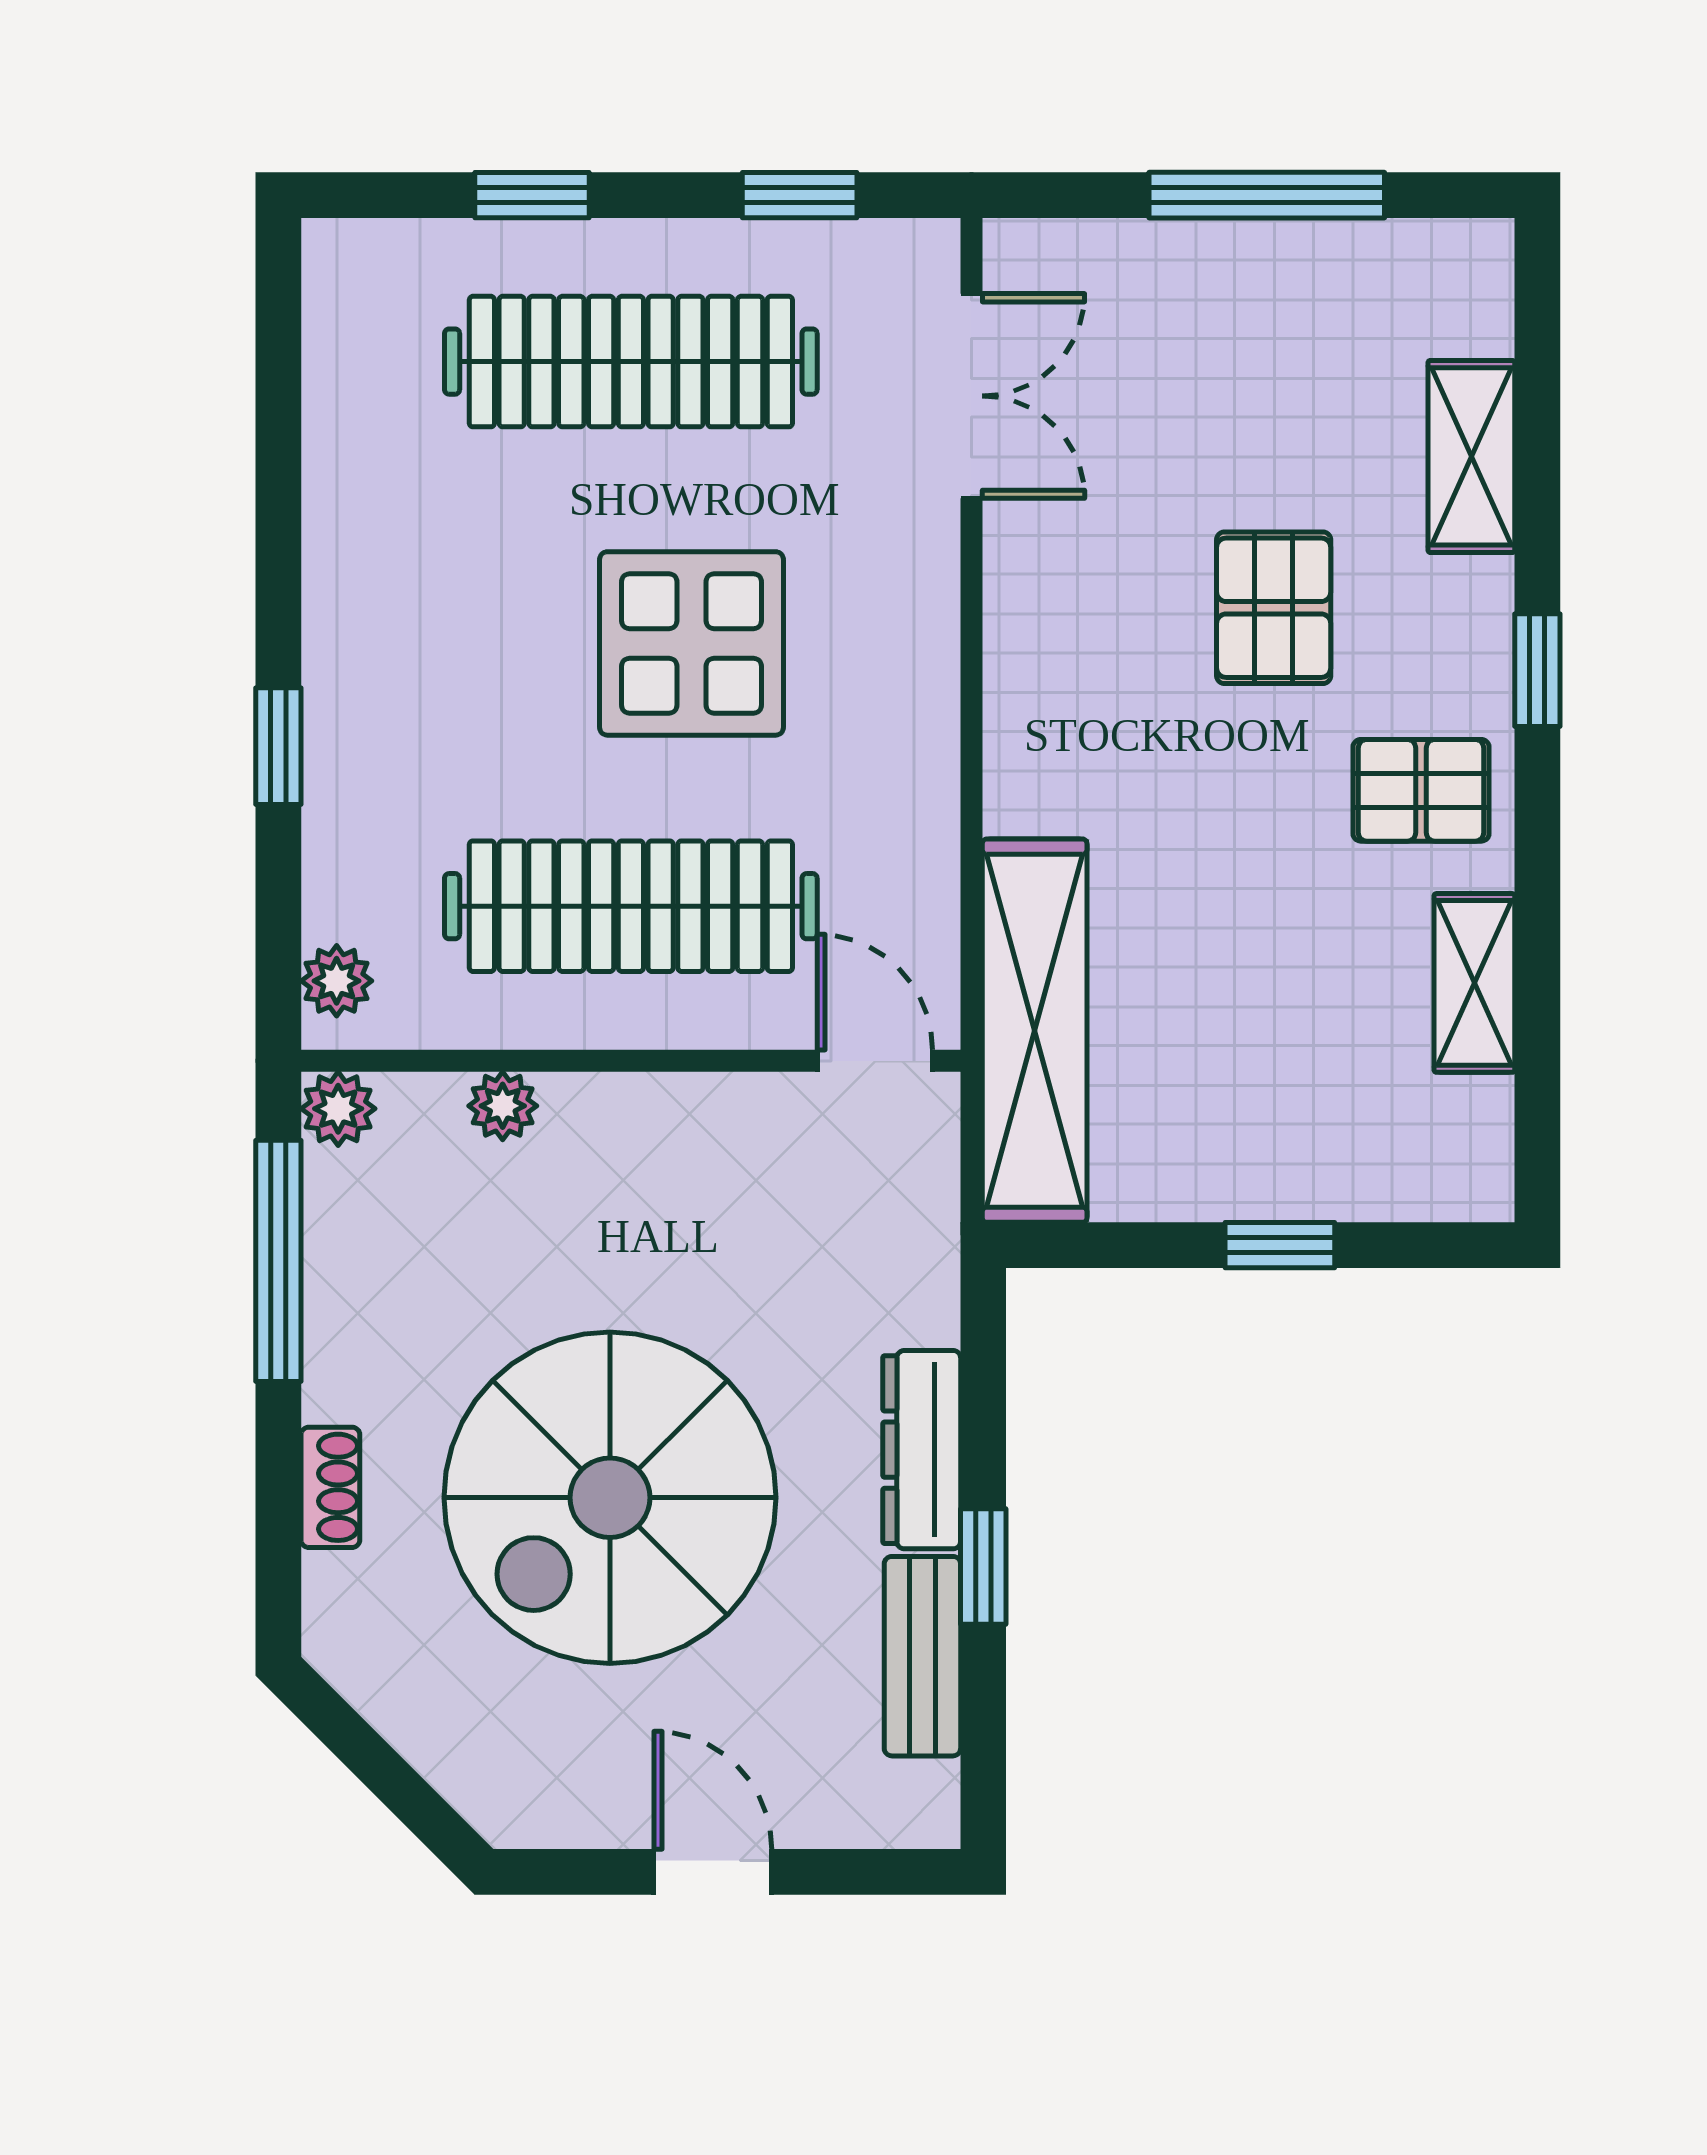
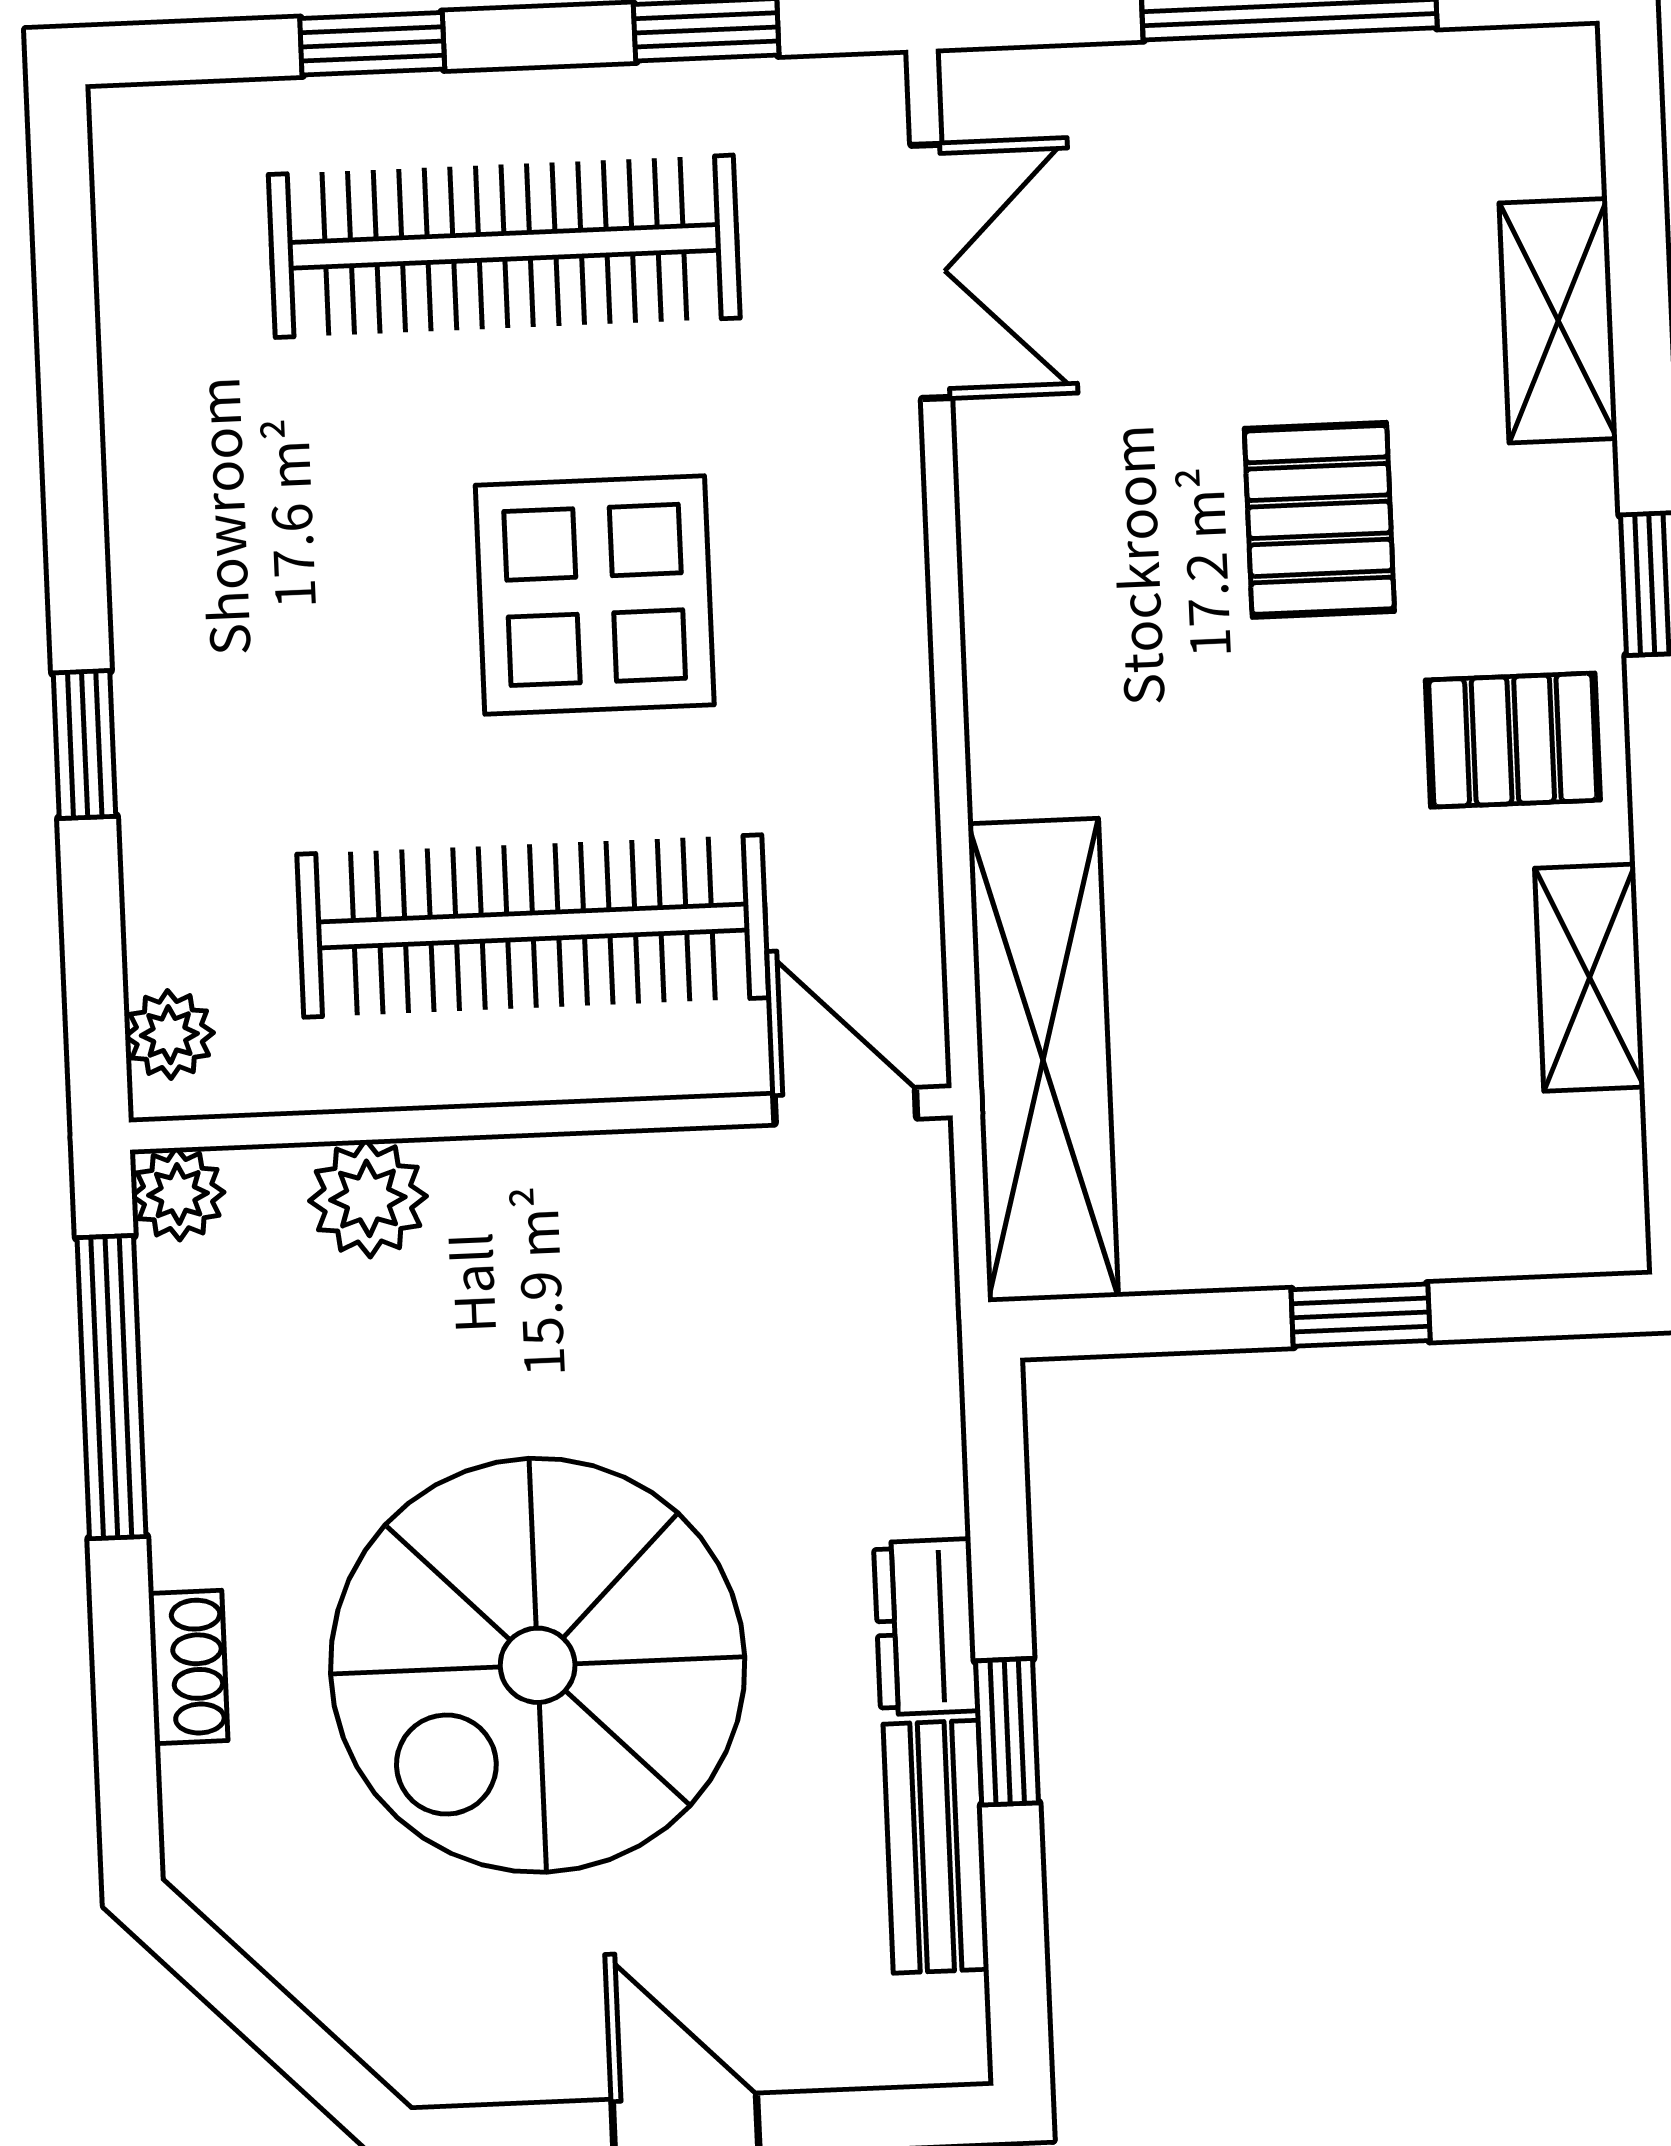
plant: (503, 1106) -> (368, 1198), width x1.38, depth x1.38
dresser: (922, 1450) -> (926, 1627), width x0.70

